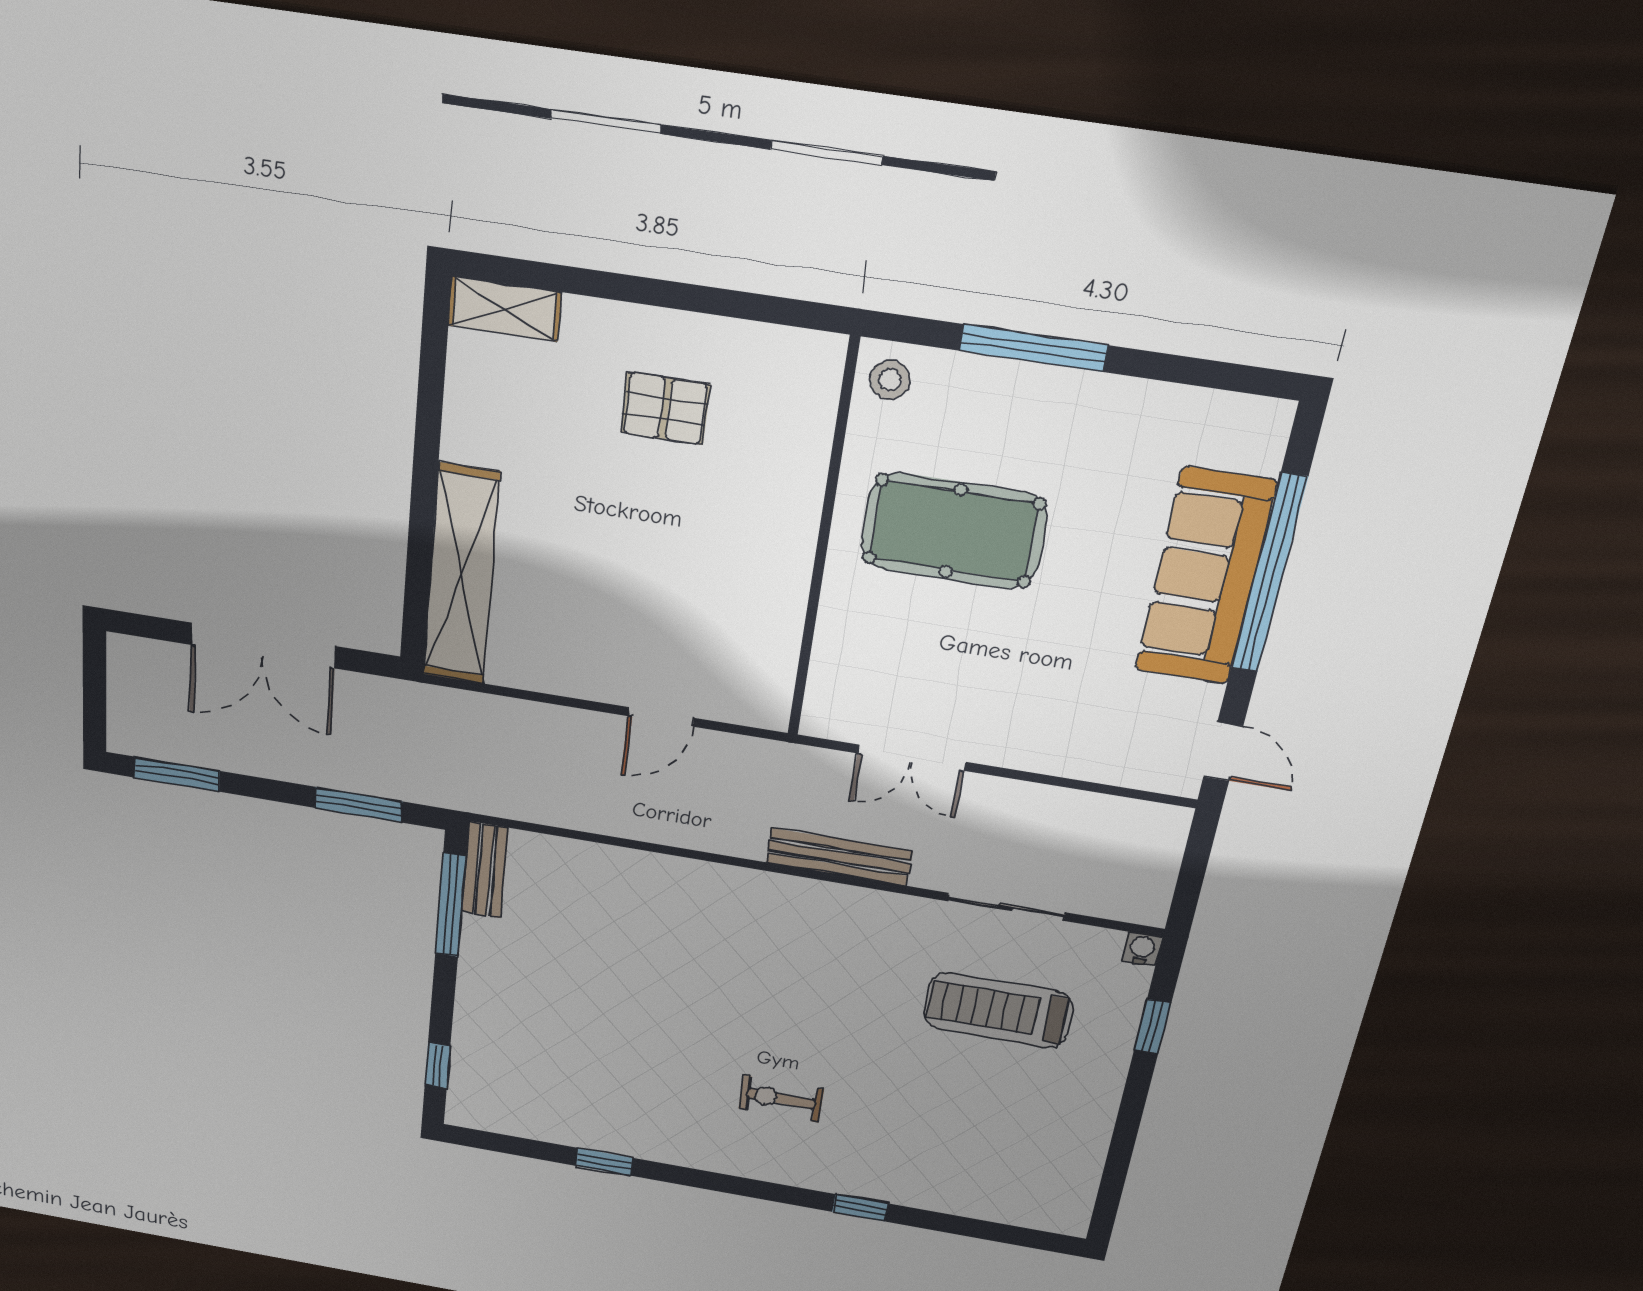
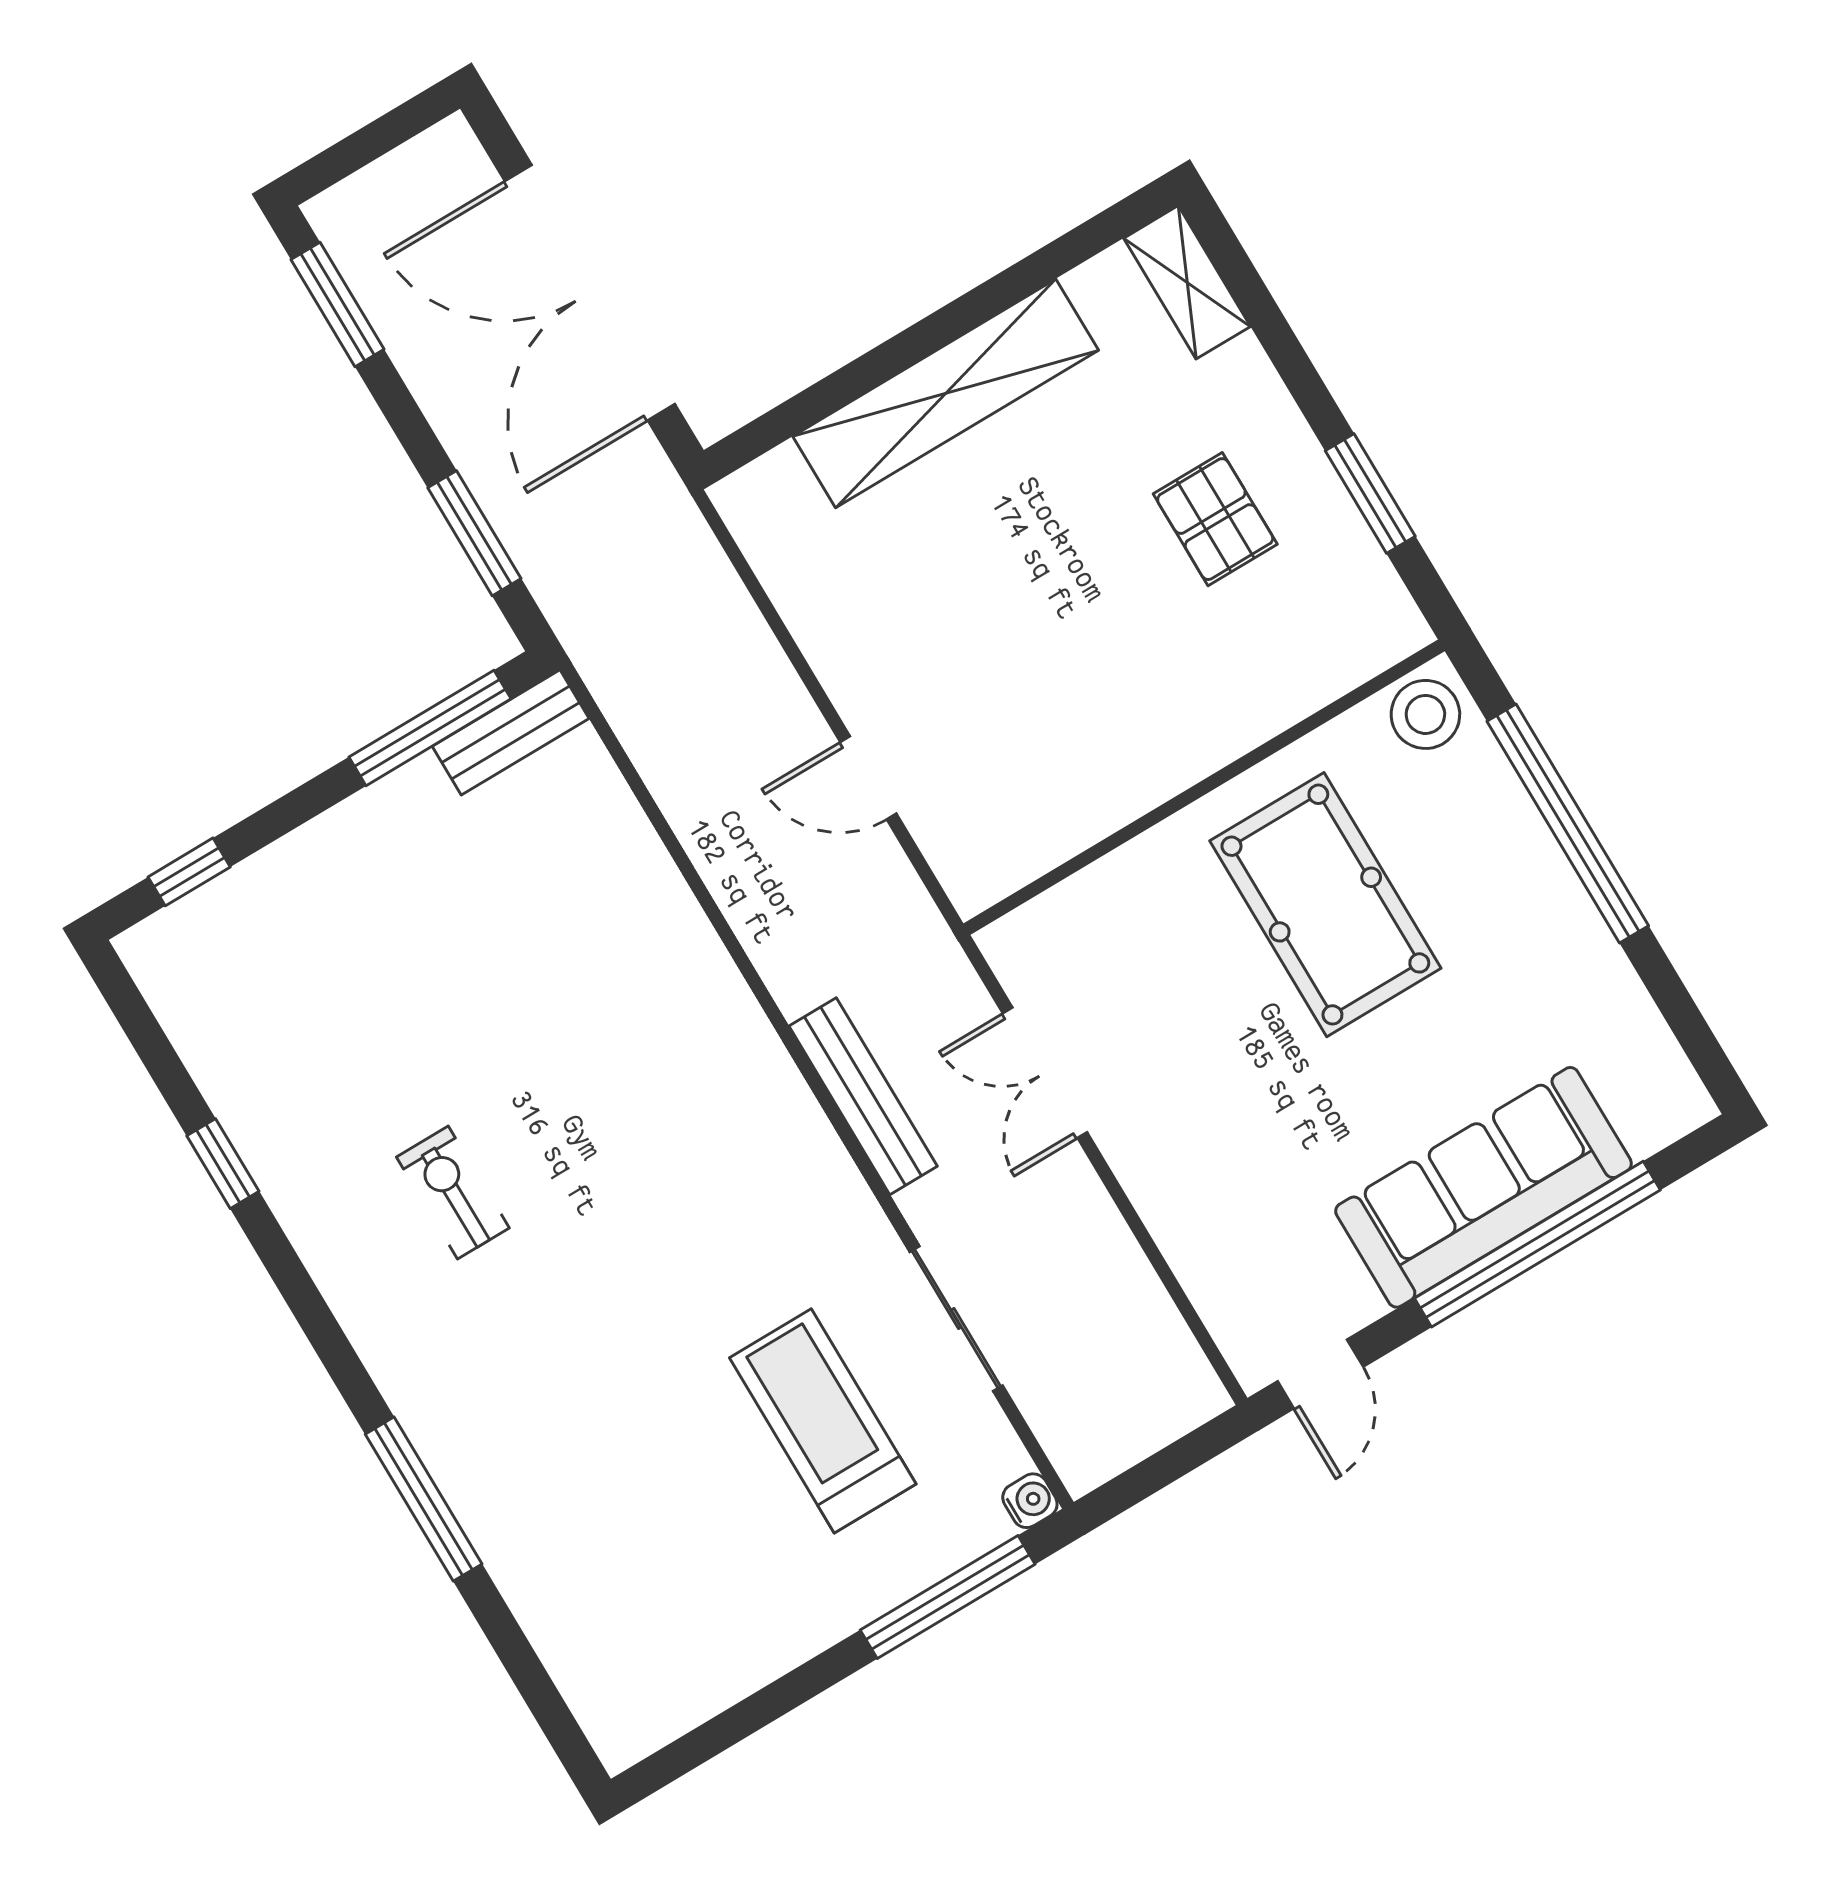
window: (724, 303) -> (1370, 494), added
window: (1033, 348) -> (1568, 824), width x1.46
stool: (890, 380) -> (1425, 714), width x1.37, depth x1.37
shelving: (461, 575) -> (946, 393), moved
double door: (263, 646) -> (590, 293), width x1.36
window: (1153, 1026) -> (948, 1597), width x2.17
exercise bike: (781, 1099) -> (453, 1192), moved
window: (860, 1208) -> (424, 1499), width x2.17

